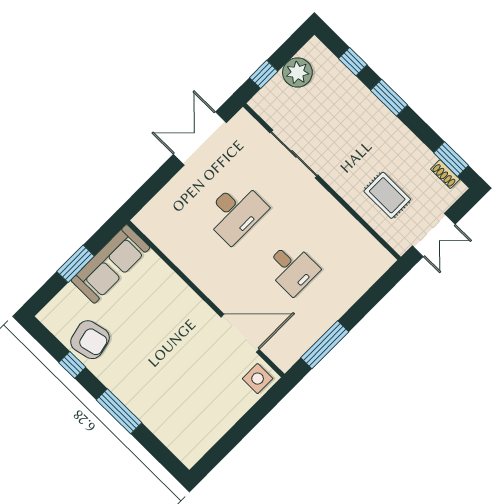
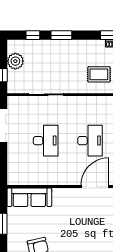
sofa: (110, 264) -> (29, 197), moved, turned 90
desk: (292, 268) -> (90, 141), width x1.37

